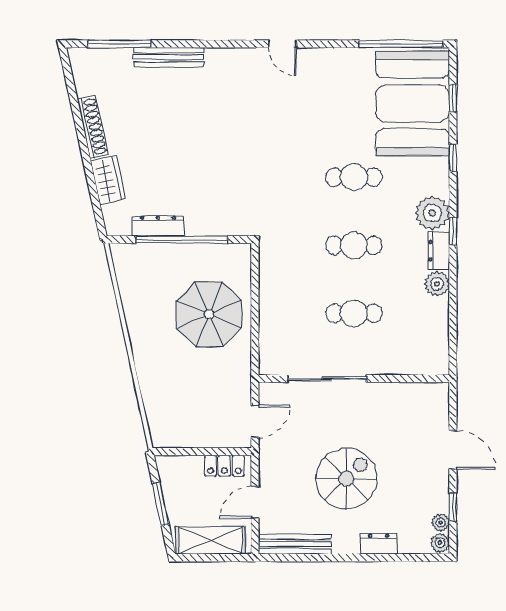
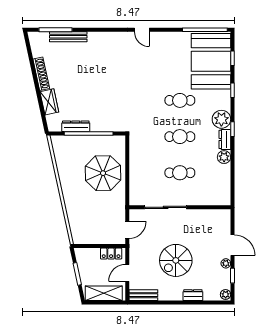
bench: (169, 57) -> (68, 37), moved
spiral stairs: (346, 479) -> (176, 260), turned 180
plant: (441, 523) -> (226, 263), moved
bench: (295, 544) -> (143, 295), width x0.73

